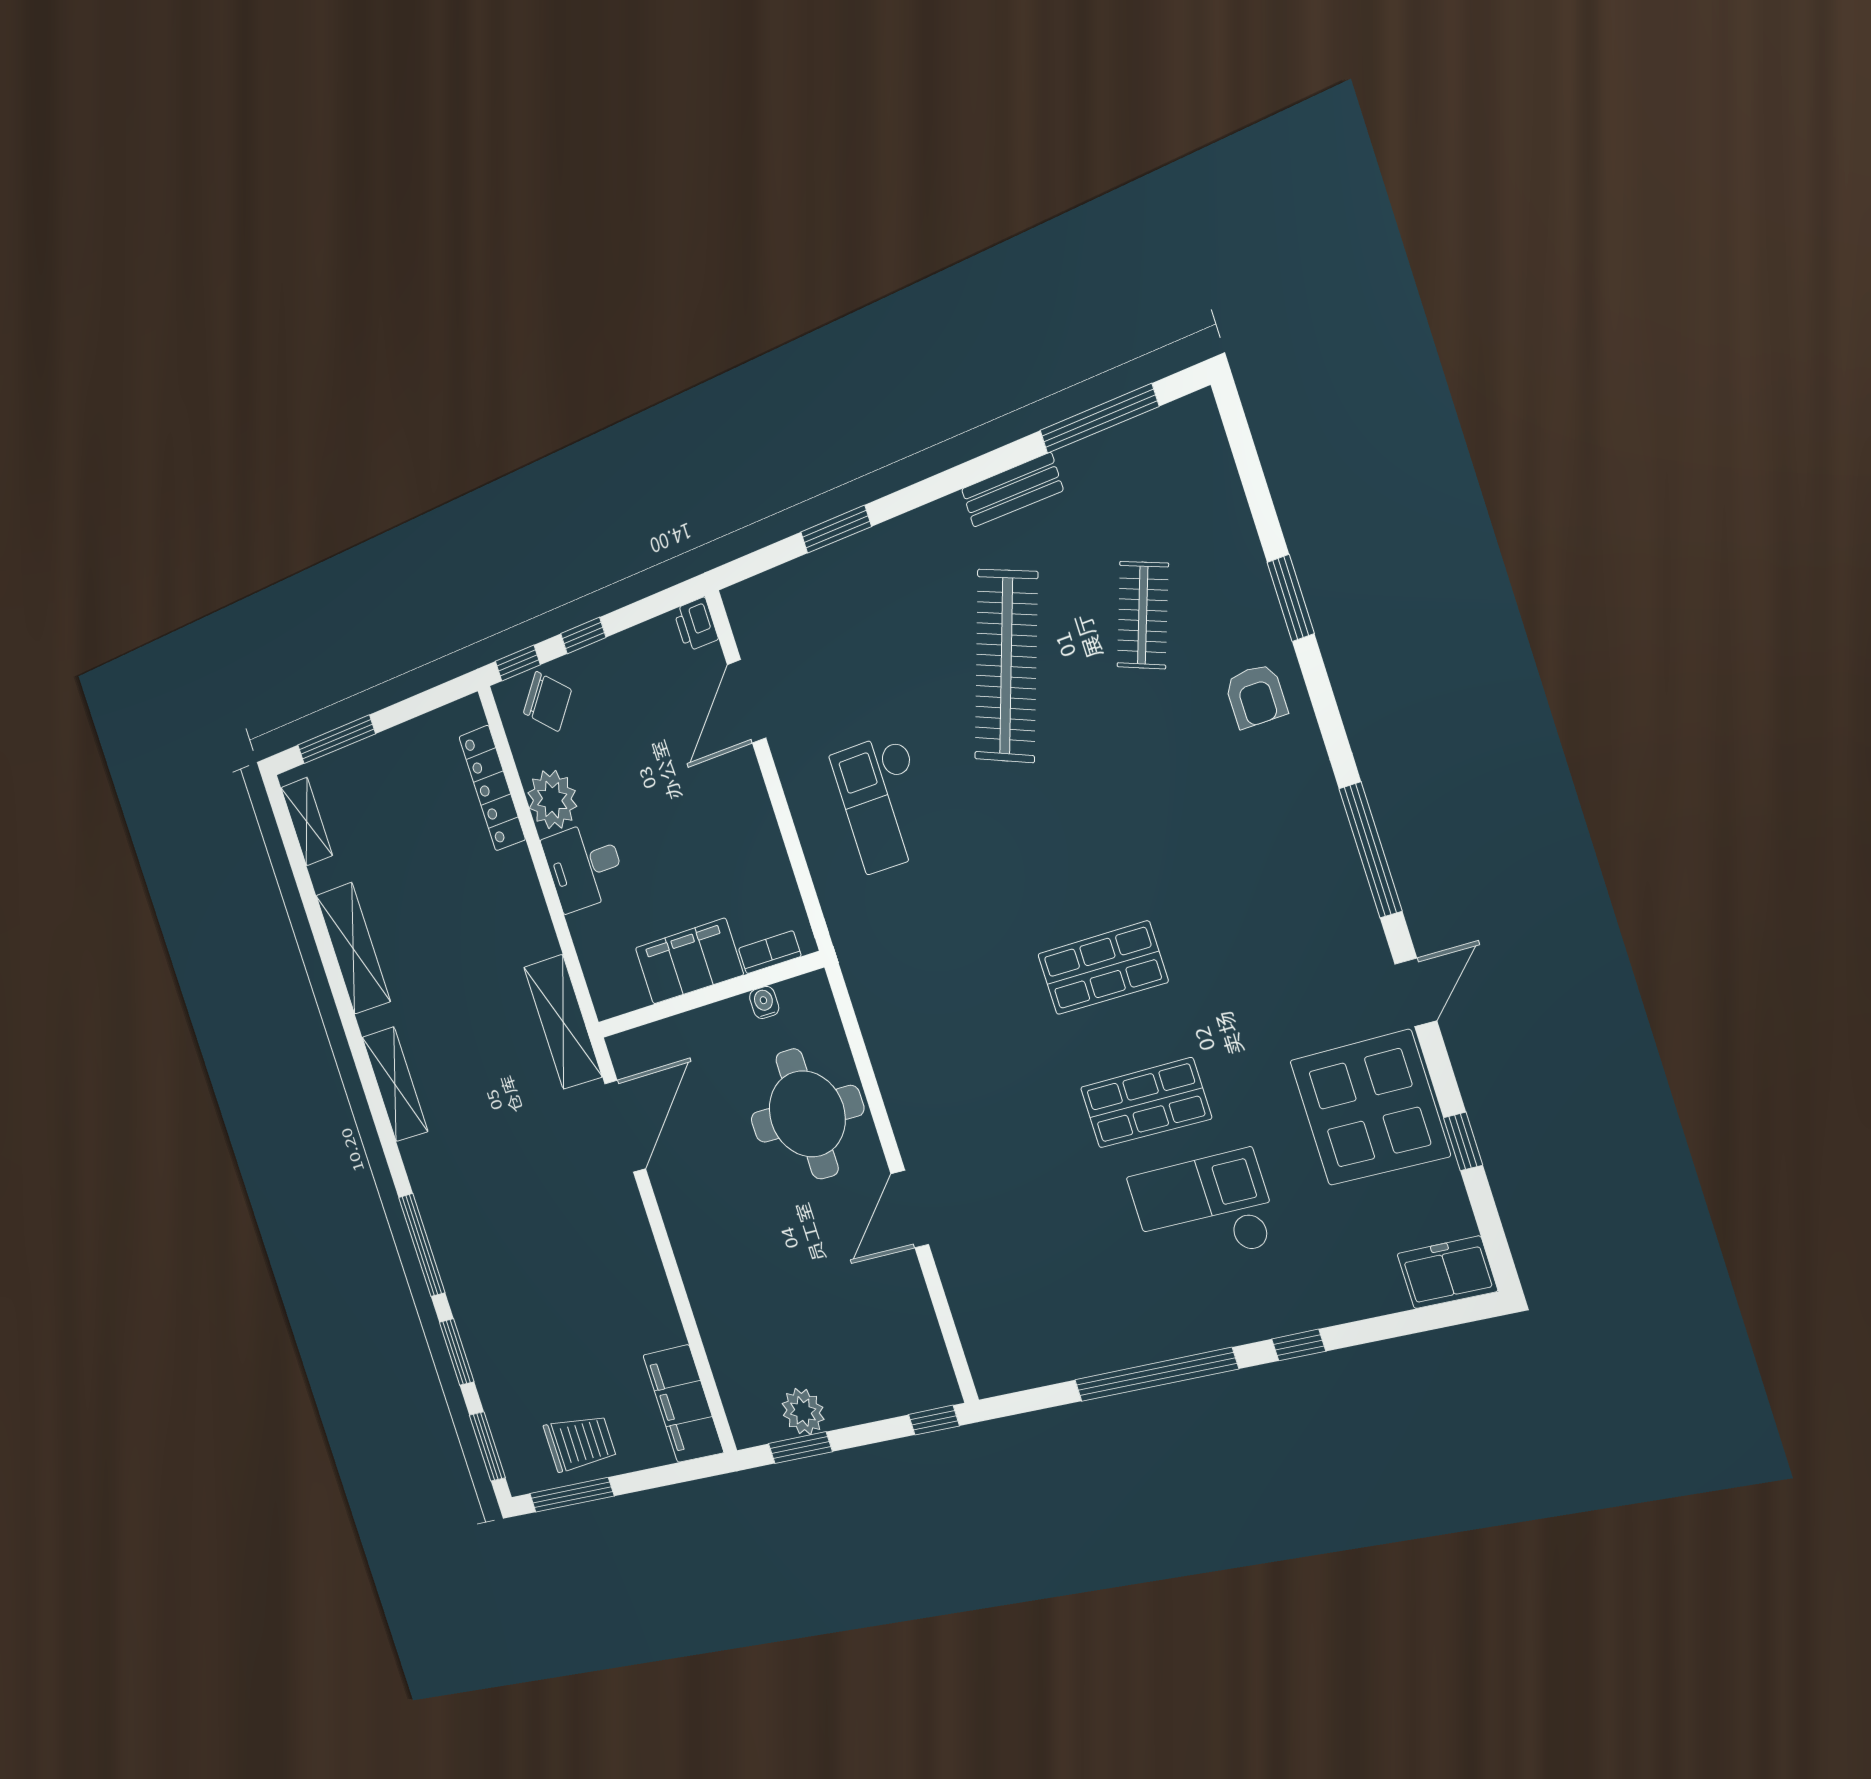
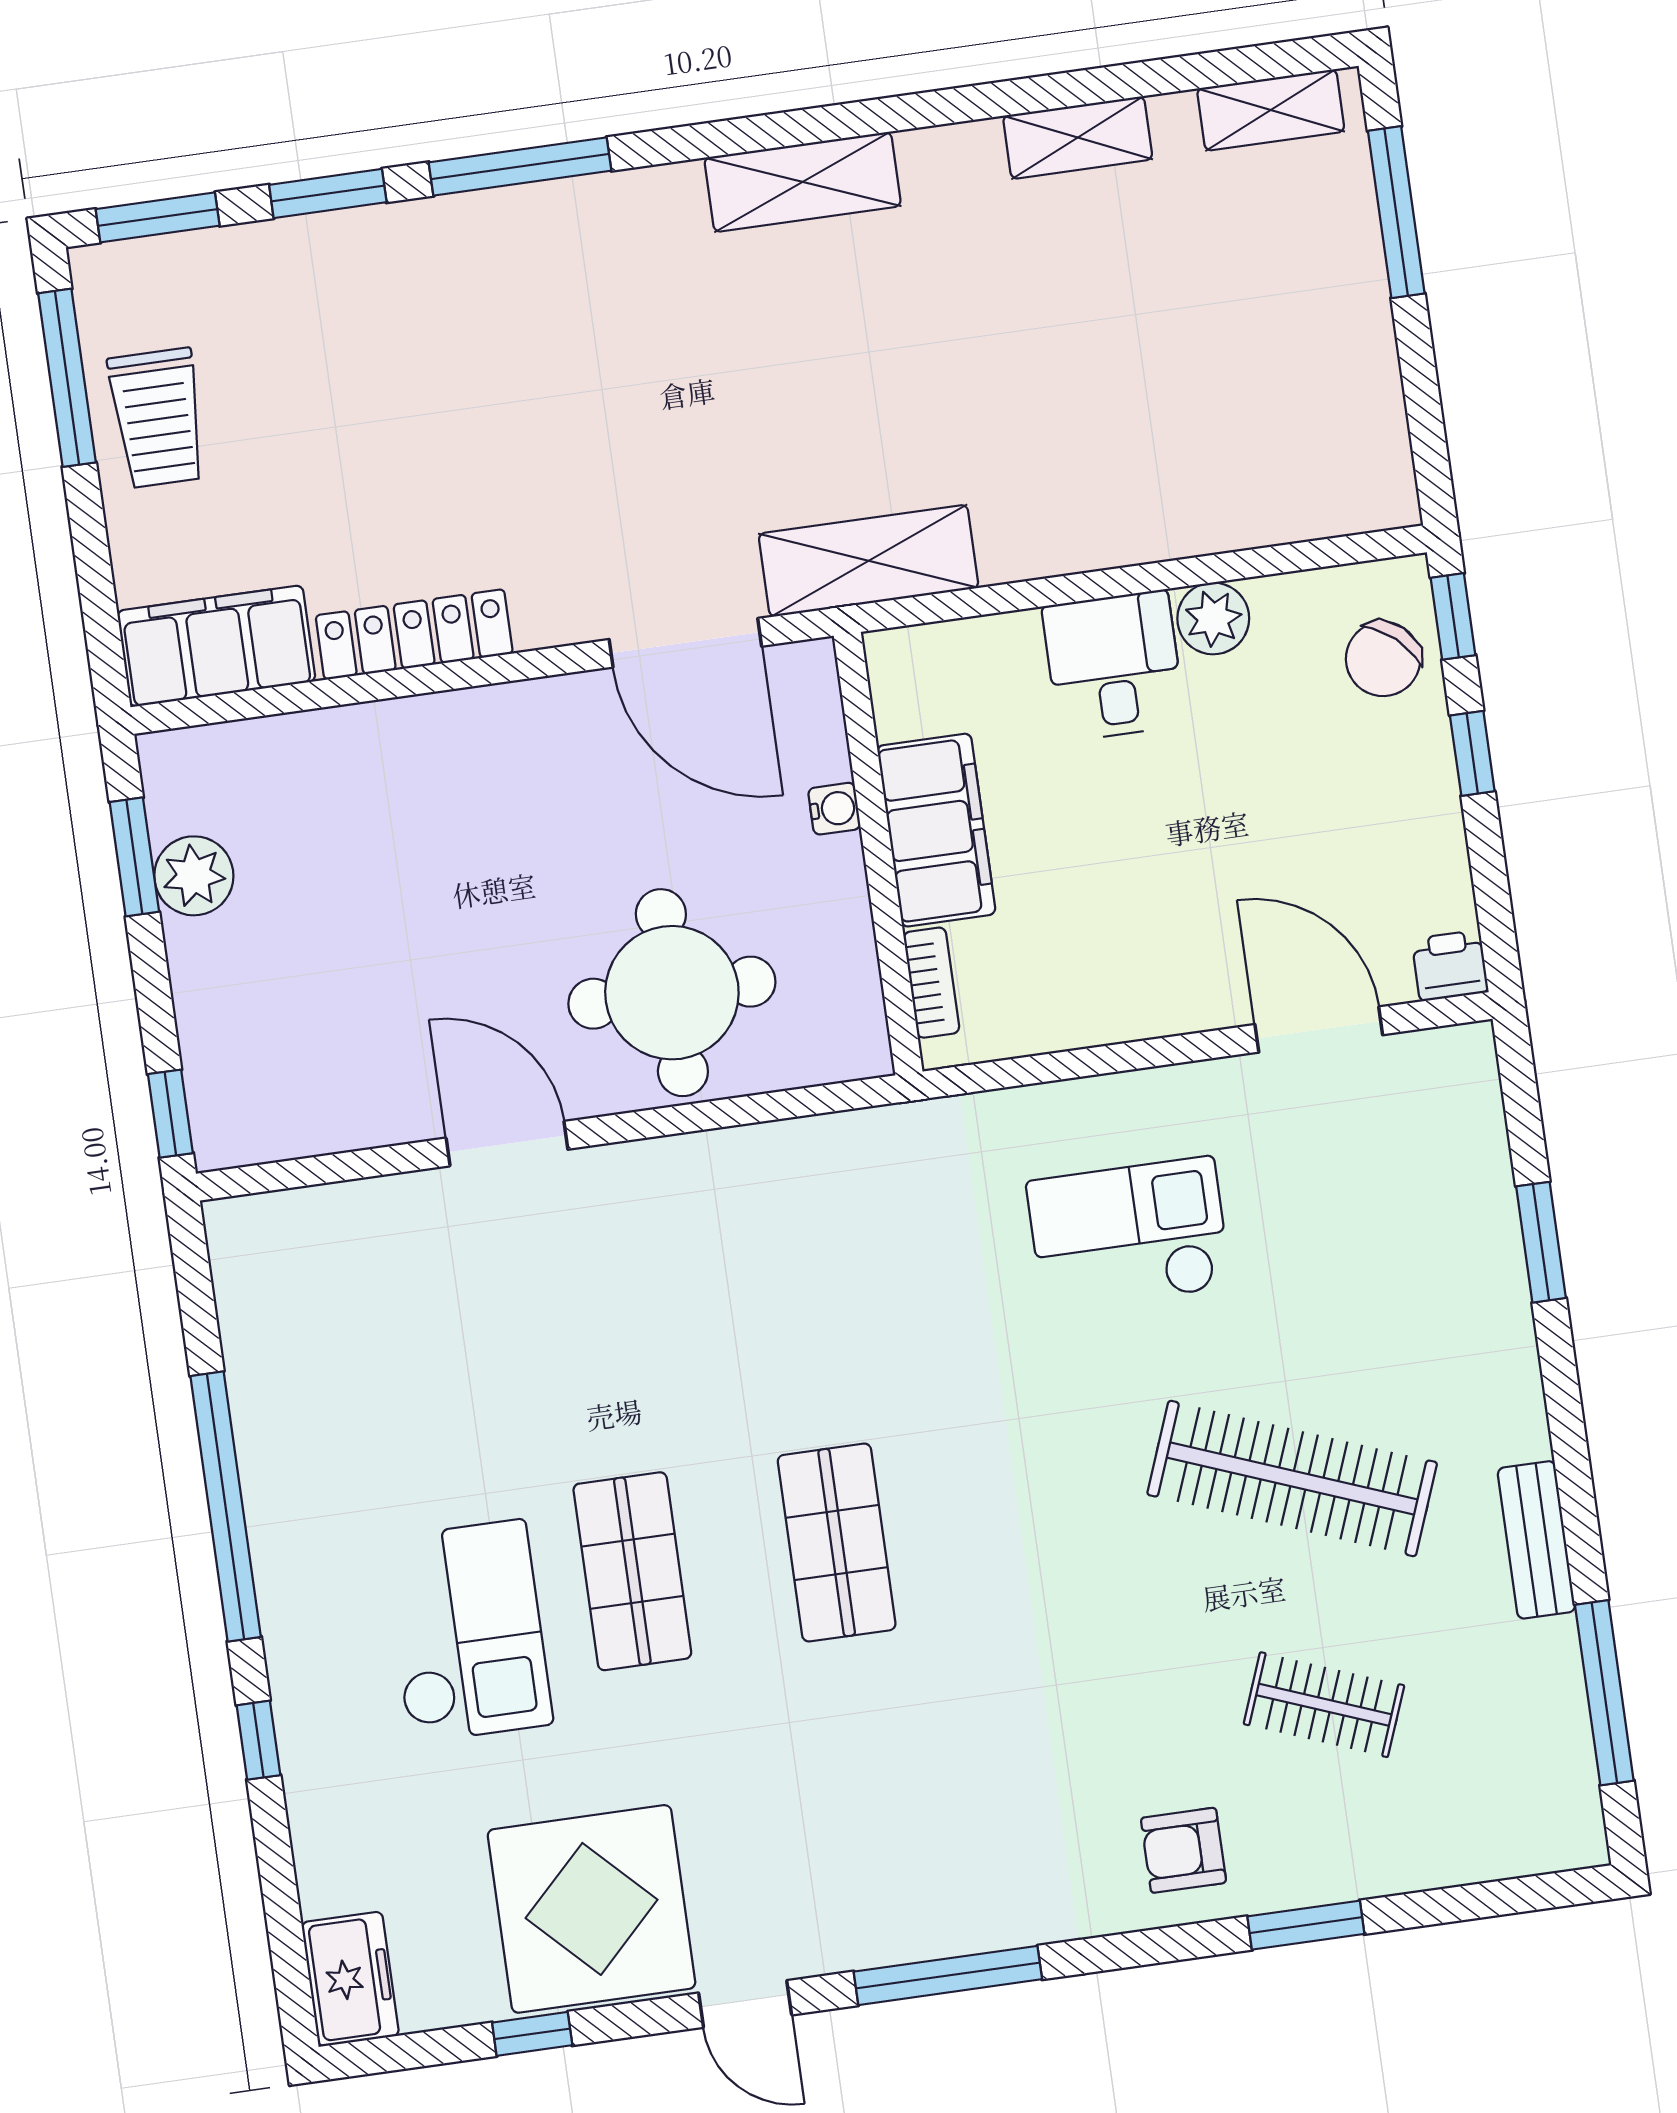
locker: (492, 788) -> (414, 634), moved
plant: (552, 800) -> (1213, 618), width x0.73, depth x0.73
shelving: (353, 948) -> (1078, 138), width x0.67, depth x0.75
water cooler: (764, 1002) -> (834, 809), moved

